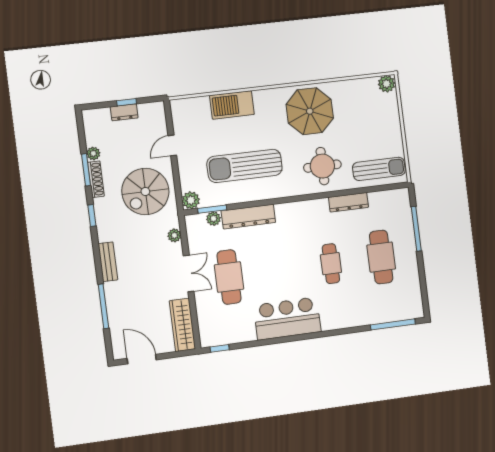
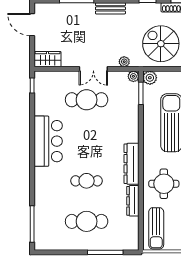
dresser: (248, 217) -> (132, 164), moved
plant: (214, 219) -> (133, 76), moved
wardrobe: (182, 325) -> (48, 59), width x0.67
door: (142, 359) -> (32, 25), swing flipped

